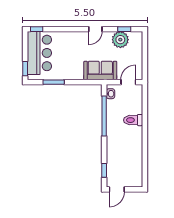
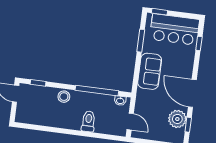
window: (37, 29) -> (199, 43), moved
door: (95, 29) -> (192, 93), width x1.88
sofa: (100, 70) -> (150, 71), moved
stool: (114, 145) -> (64, 97), added

